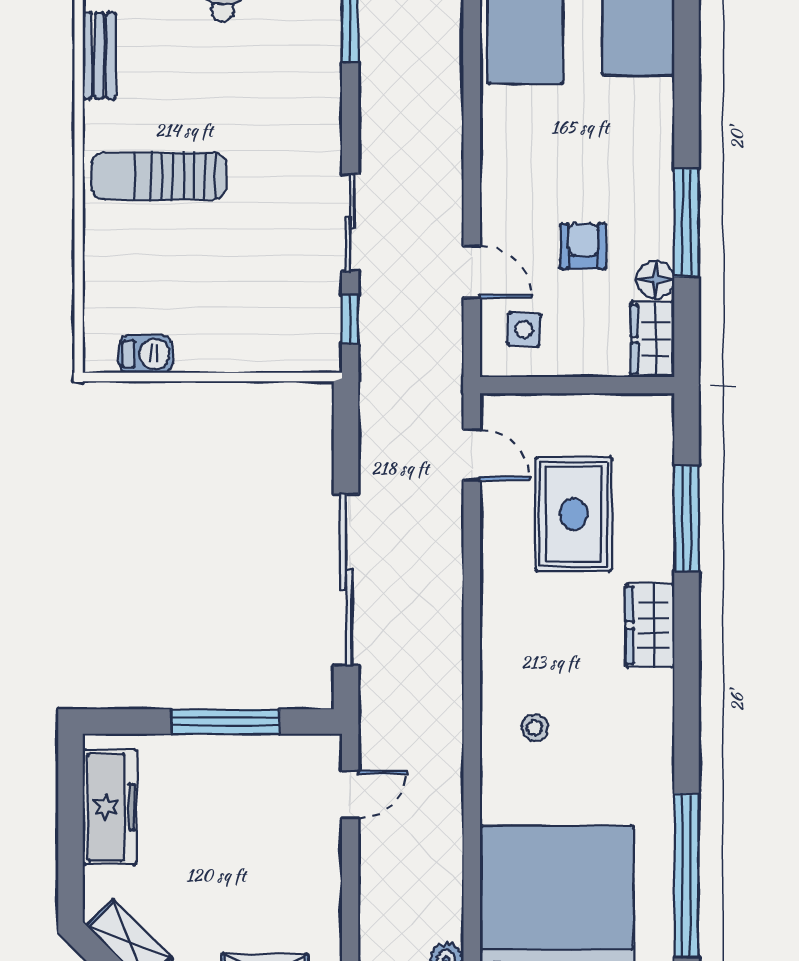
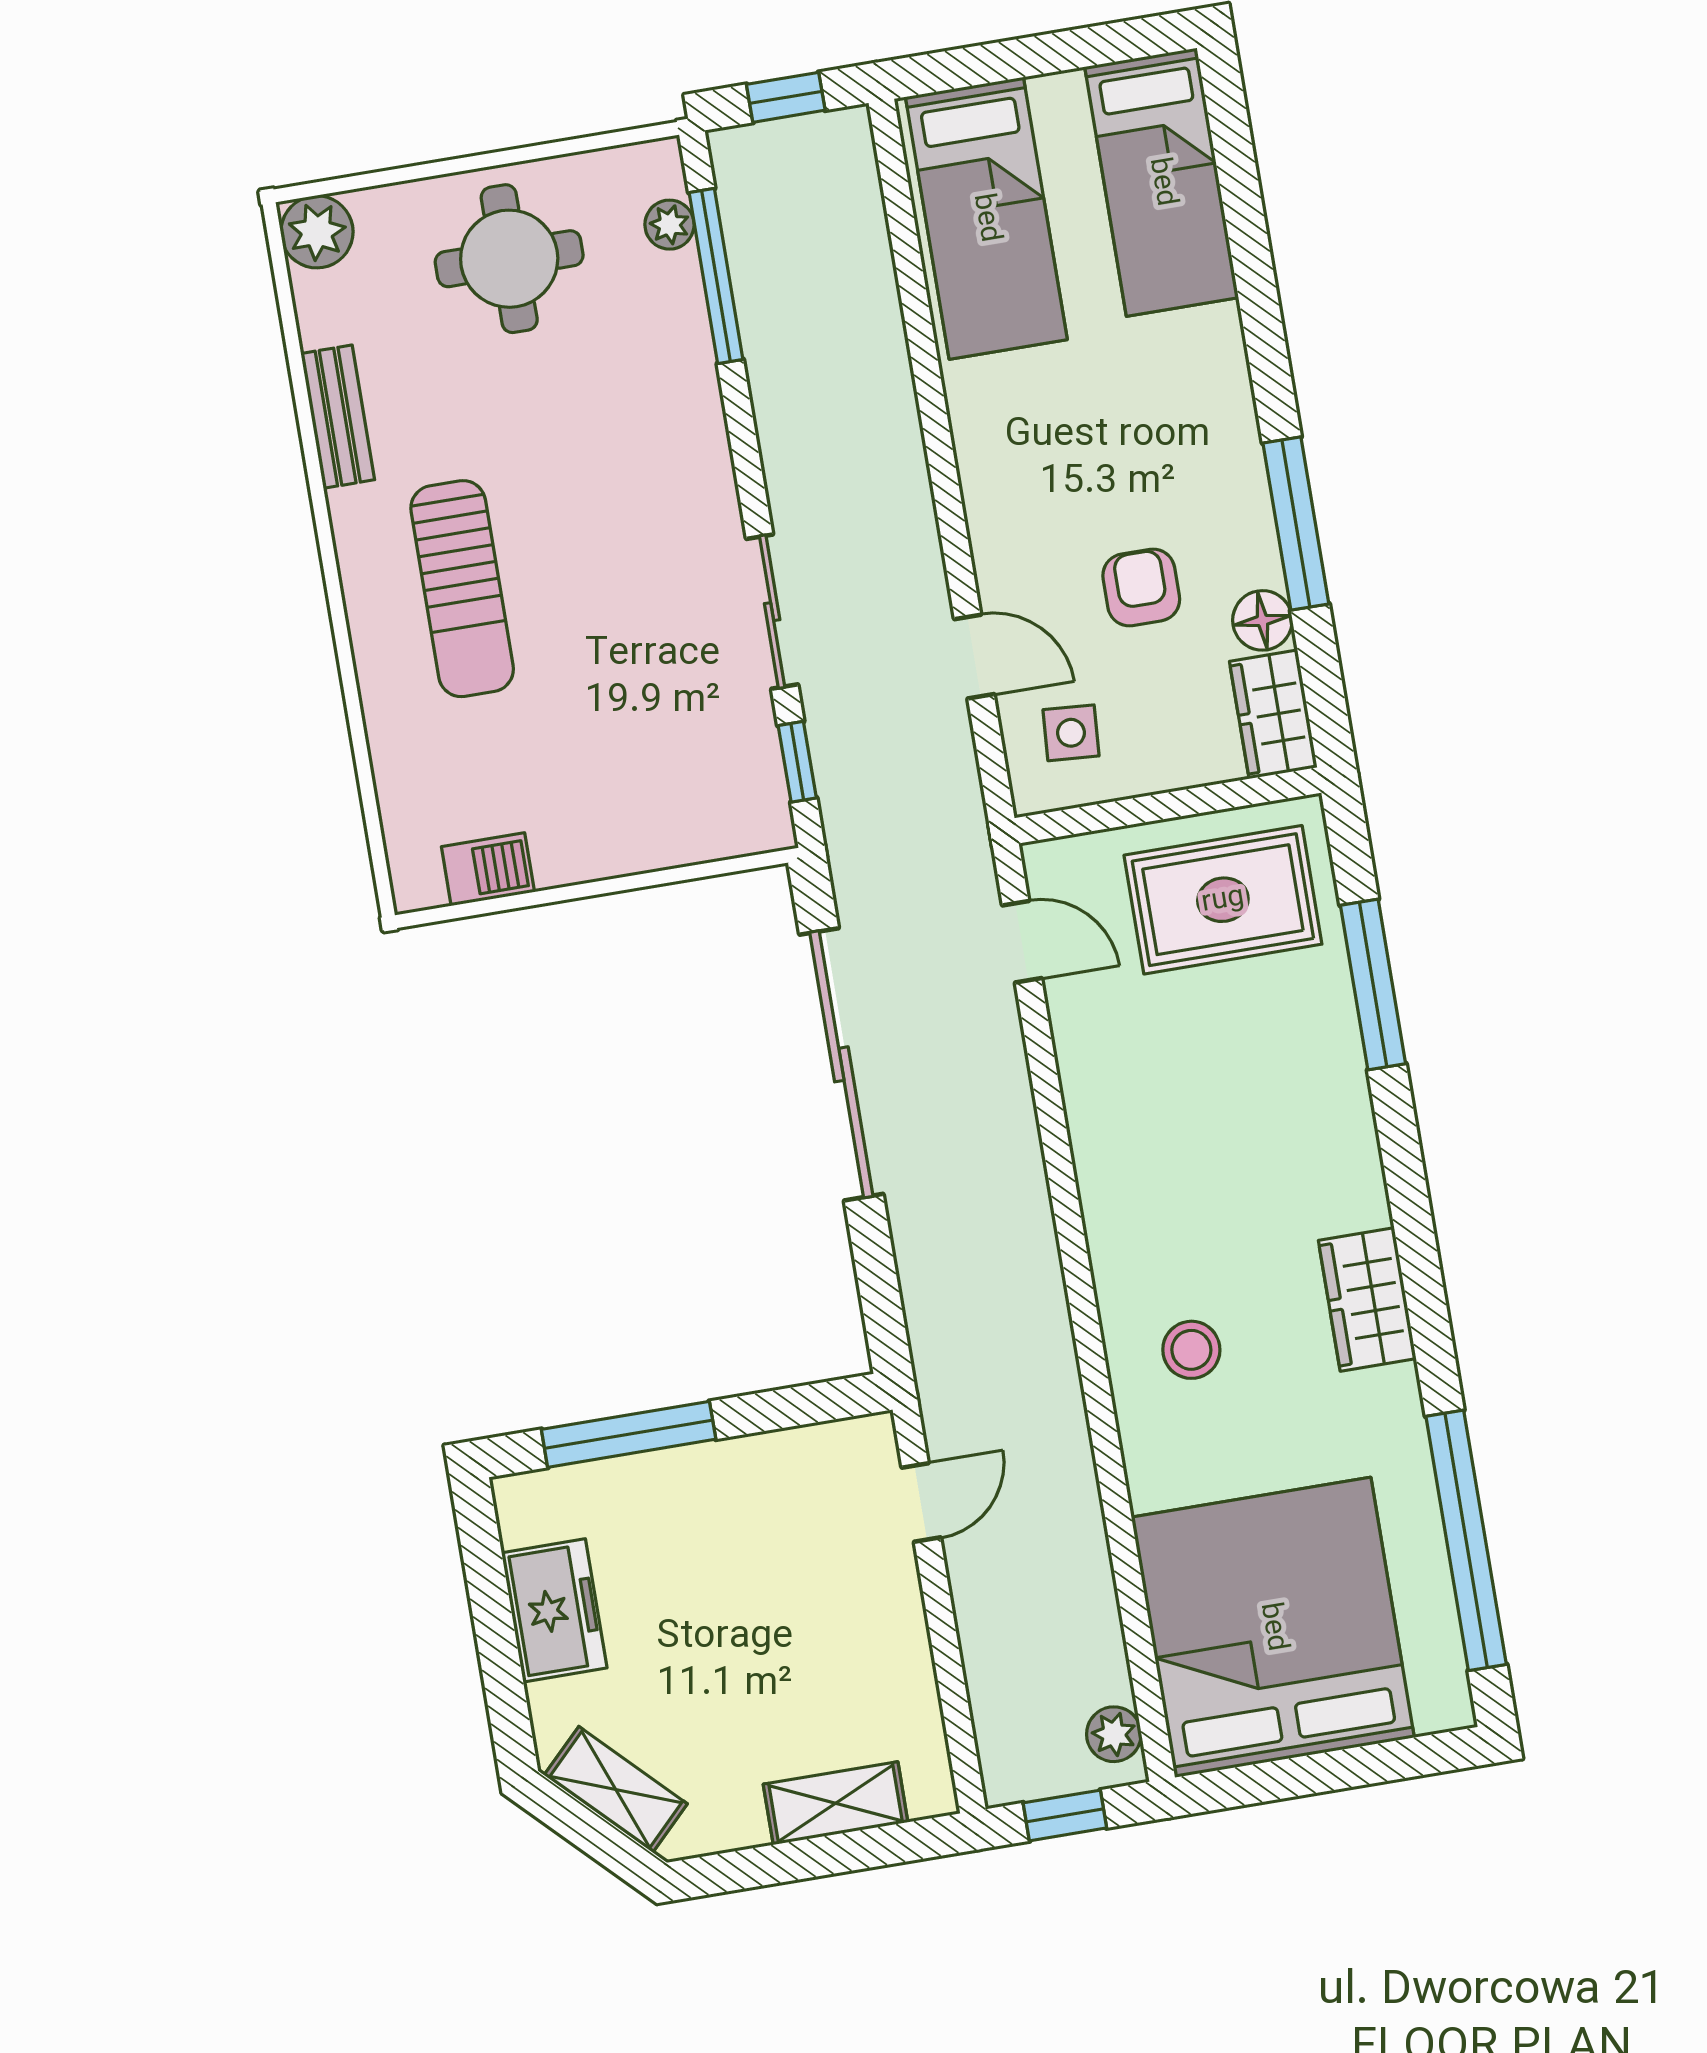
sun lounger: (159, 176) -> (462, 589), turned -90
rug: (574, 514) -> (1223, 900), moved, turned 90
sliding door: (346, 580) -> (841, 1064), moved
wardrobe: (650, 625) -> (1367, 1300), moved
window: (225, 721) -> (629, 1434), moved
stool: (535, 728) -> (1191, 1350), width x1.37, depth x1.37
freezer: (110, 807) -> (554, 1610), width x0.71

